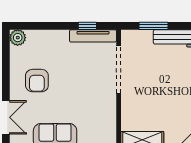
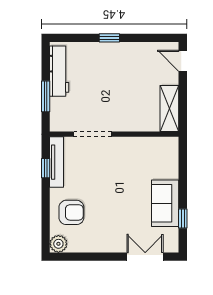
doorway: (119, 69) -> (93, 134), width x0.73
armchair: (37, 81) -> (71, 212), moved

